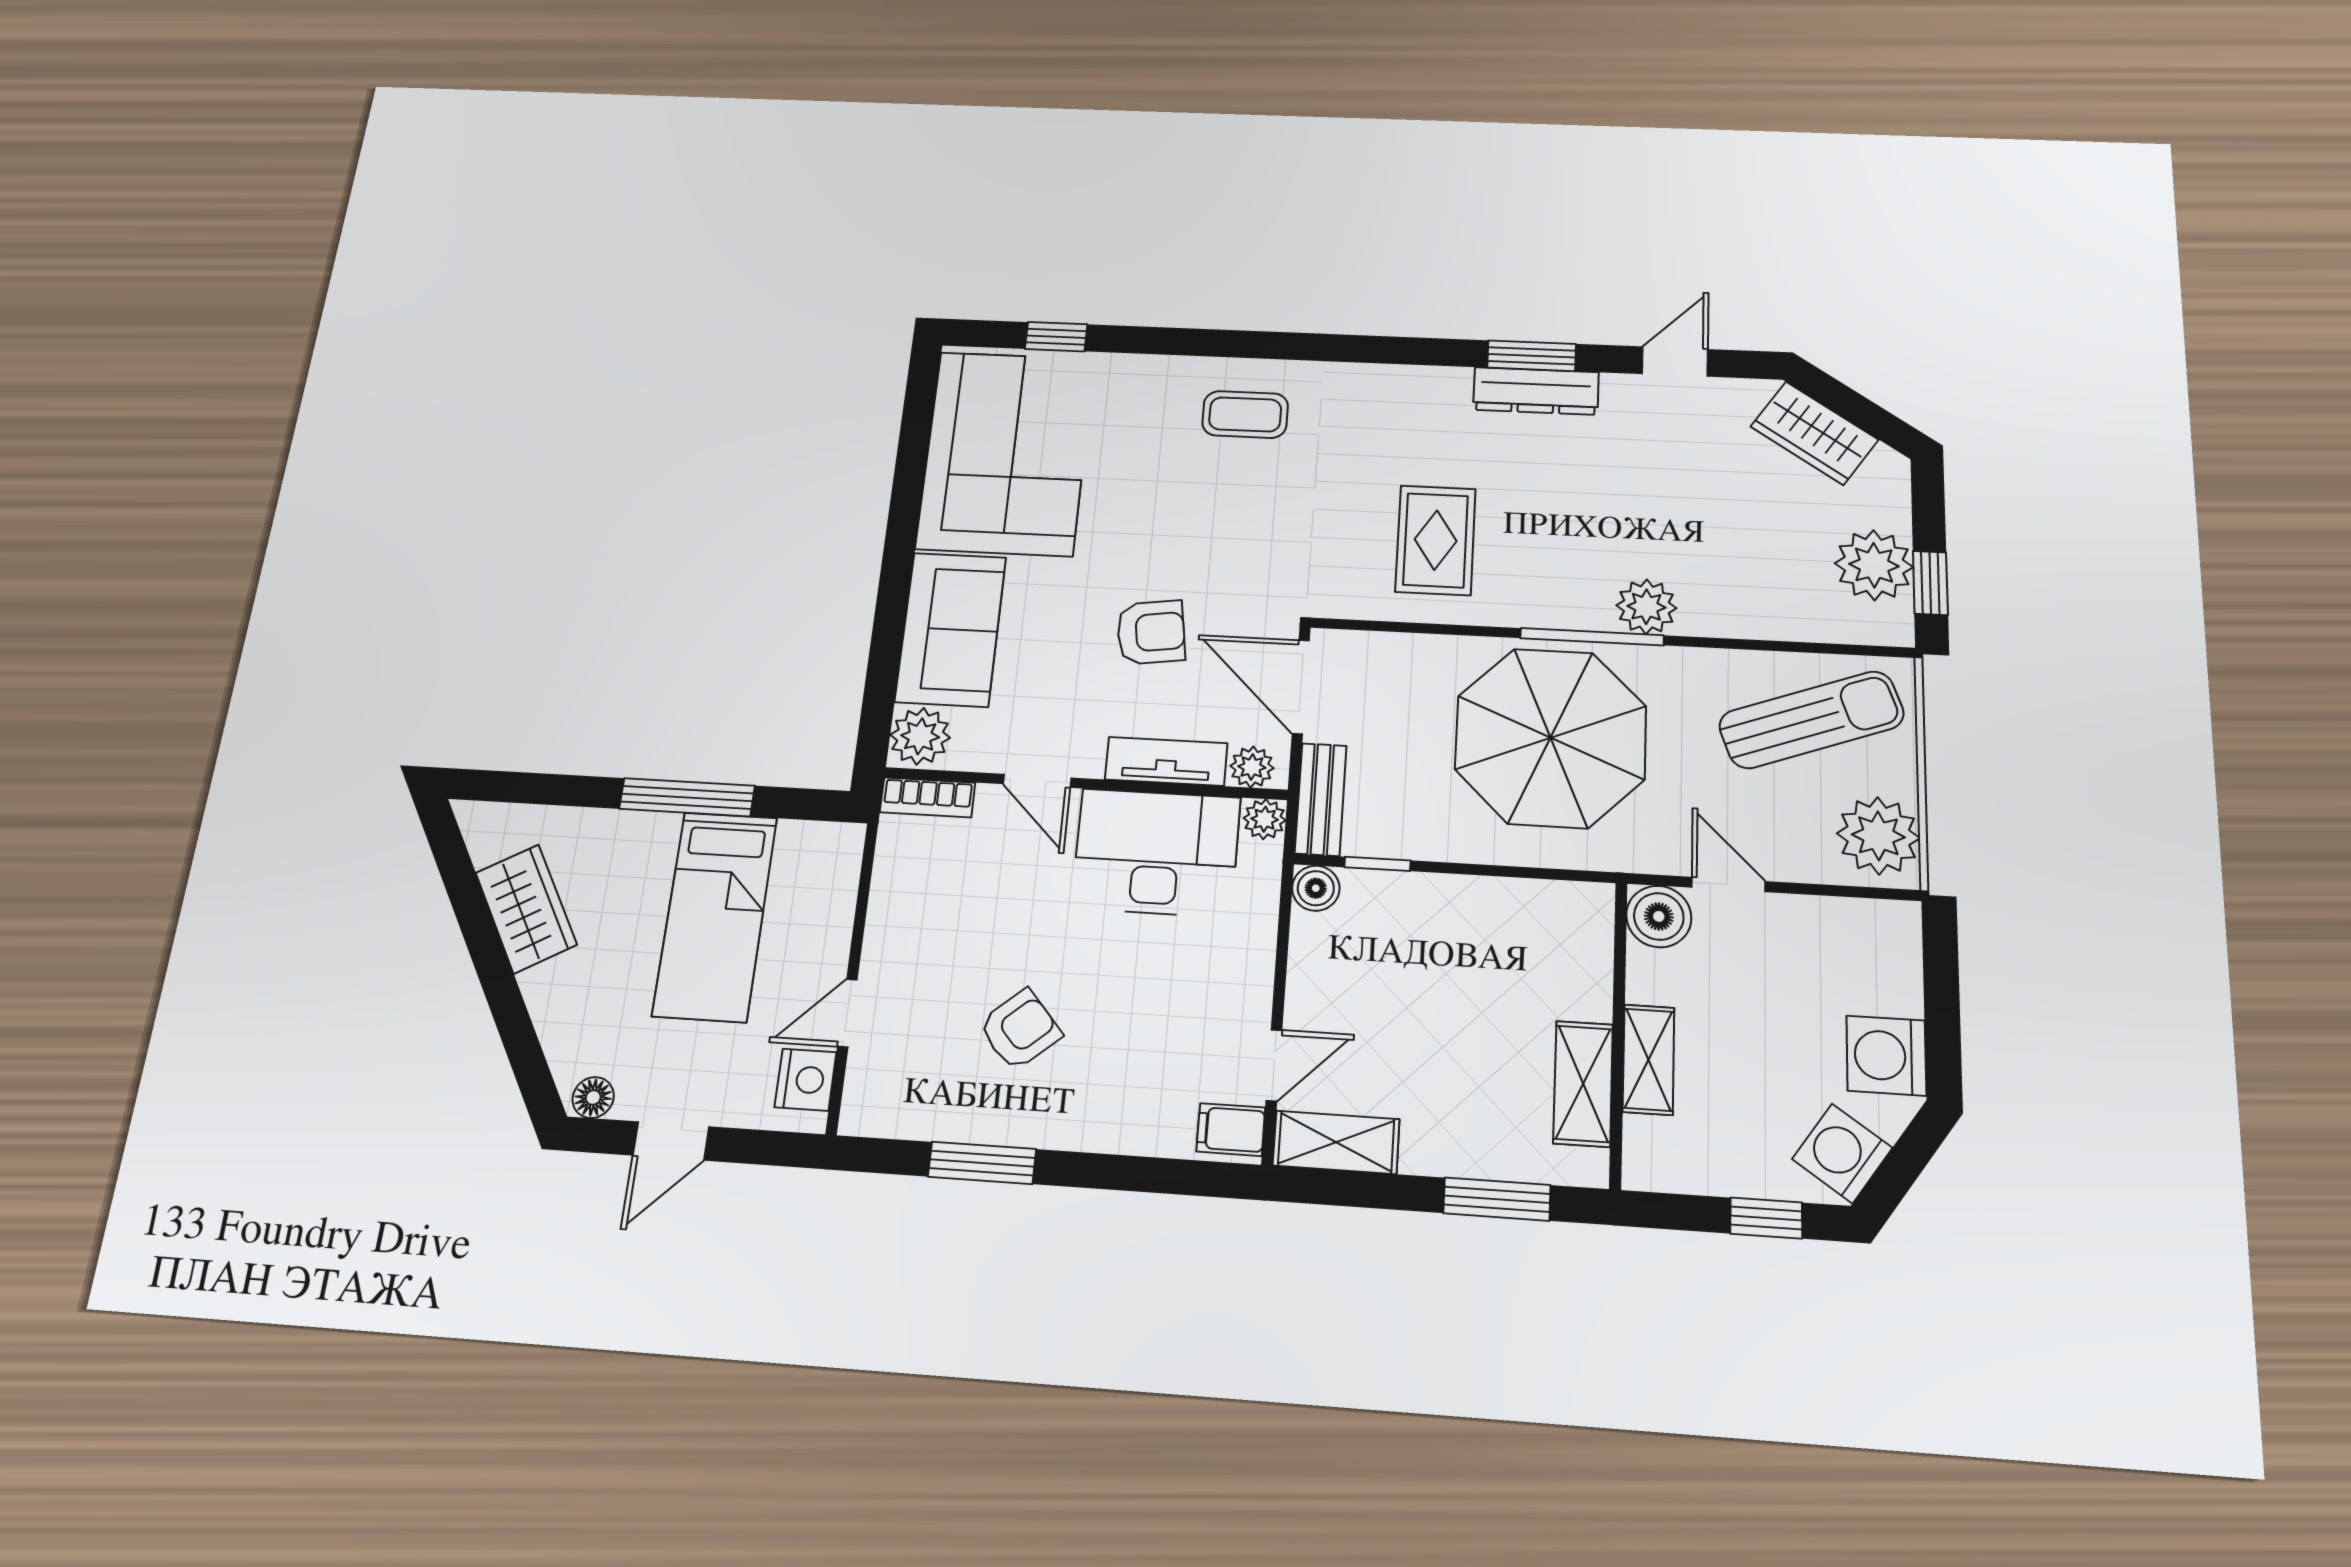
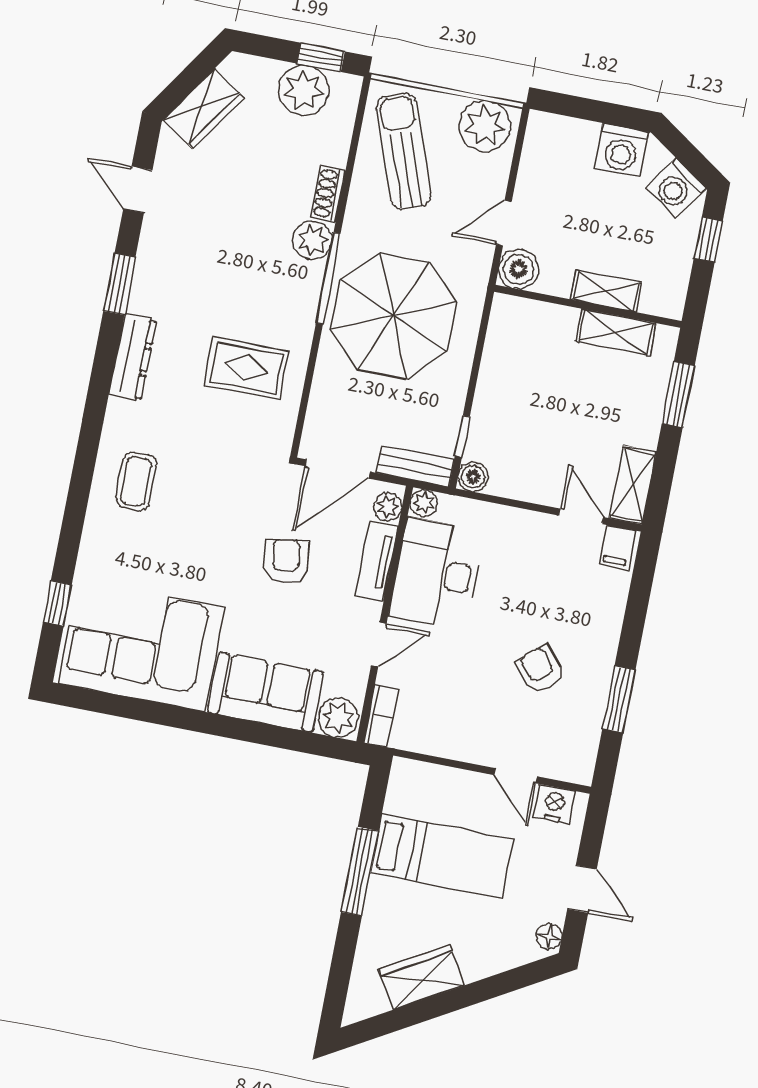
dresser: (1536, 391) -> (132, 357), moved
shoe rack: (1722, 620) -> (328, 194), added

